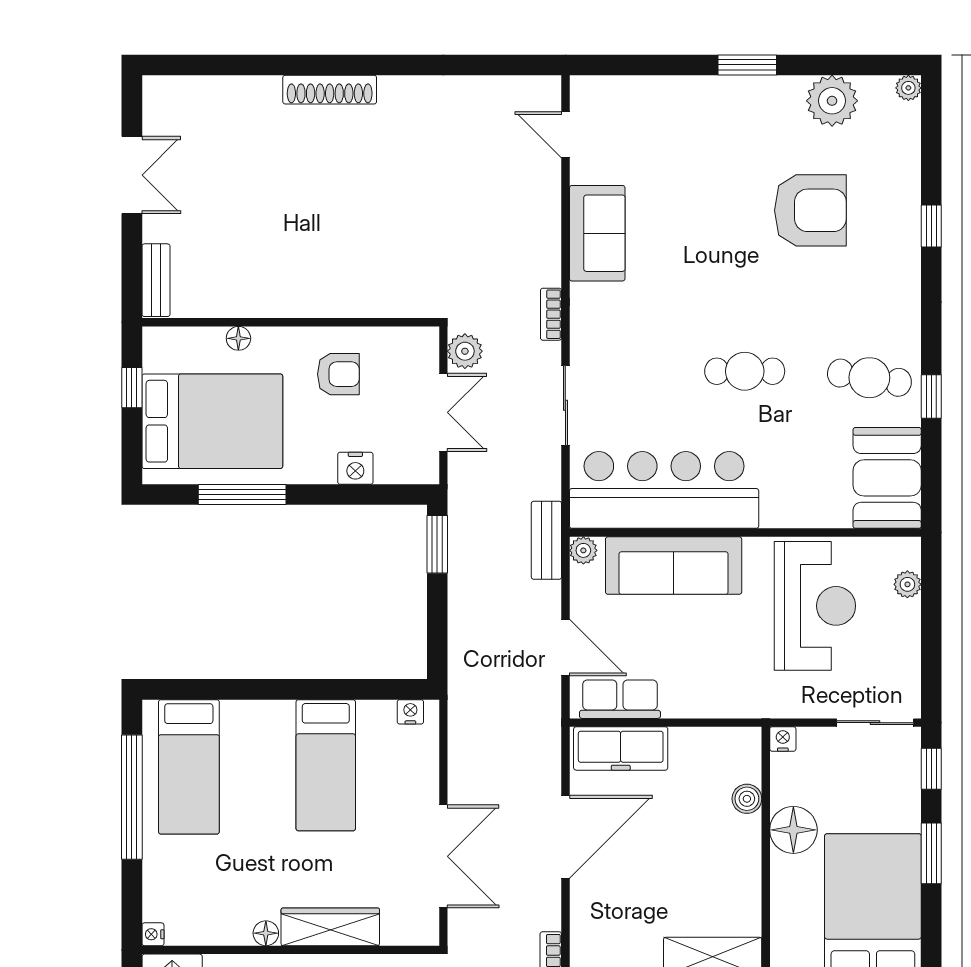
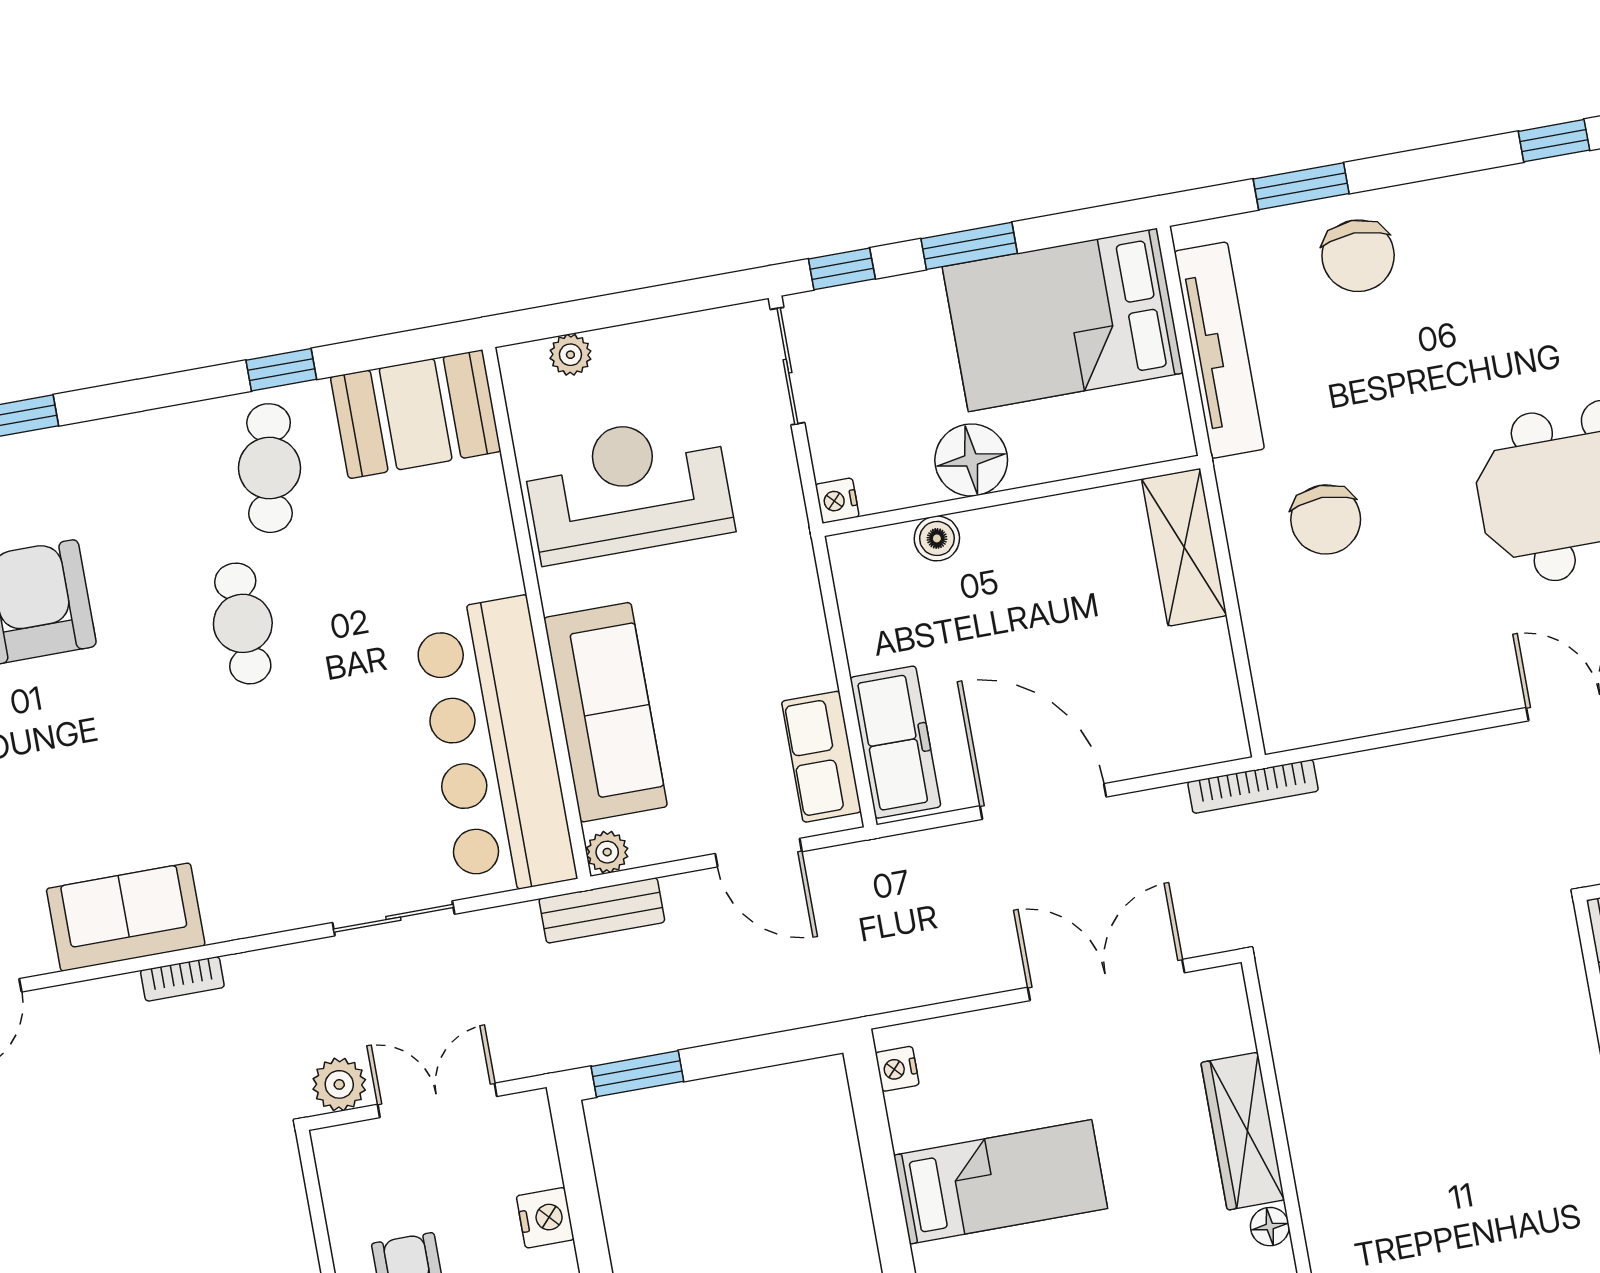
bookcase: (551, 314) -> (182, 979), moved
cafe table: (745, 371) -> (243, 623), moved
door: (565, 648) -> (759, 853), swing flipped

